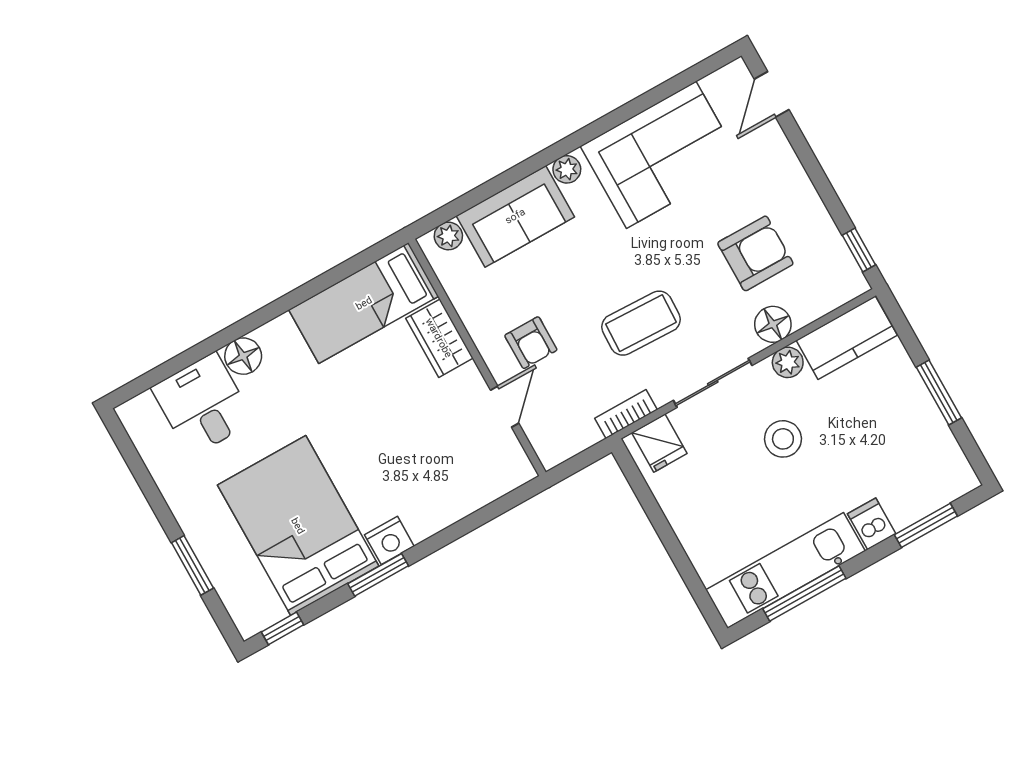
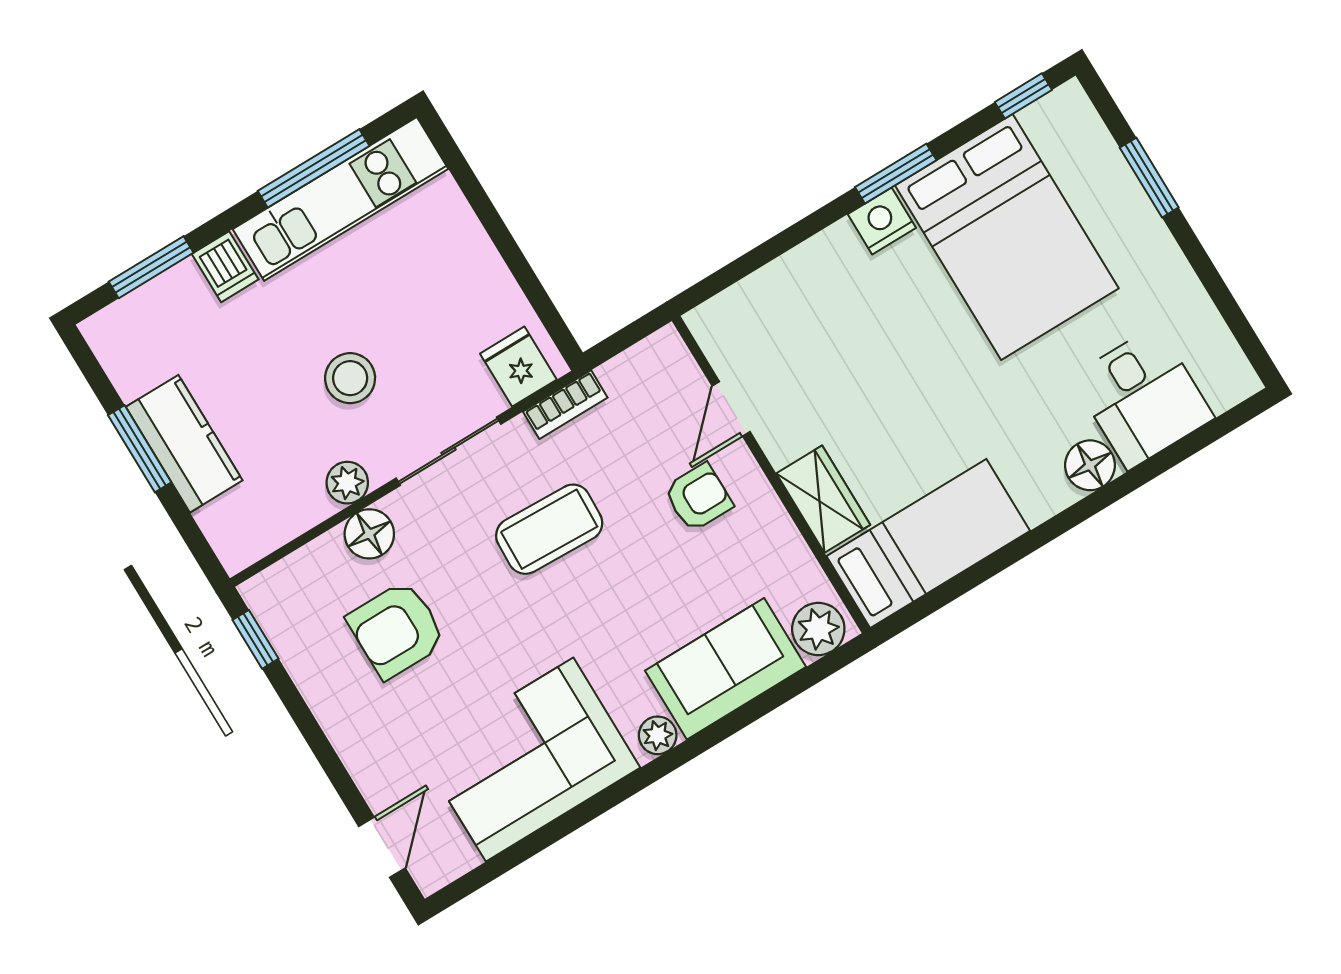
plant: (448, 236) -> (818, 629), width x1.38, depth x1.38
kitchen counter: (847, 338) -> (184, 444), moved, turned 90
armchair: (531, 343) -> (698, 497), turned 90

